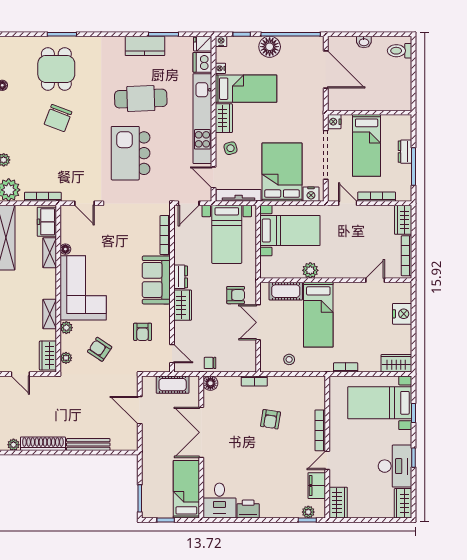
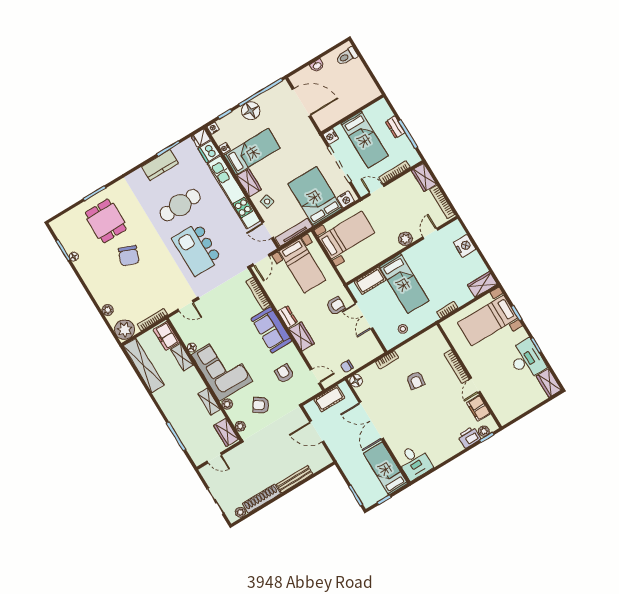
plant: (310, 270) -> (405, 239), moved
armchair: (143, 332) -> (284, 374), turned 180
wardrobe: (338, 503) -> (502, 411), removed
printer: (248, 509) -> (469, 437), moved

